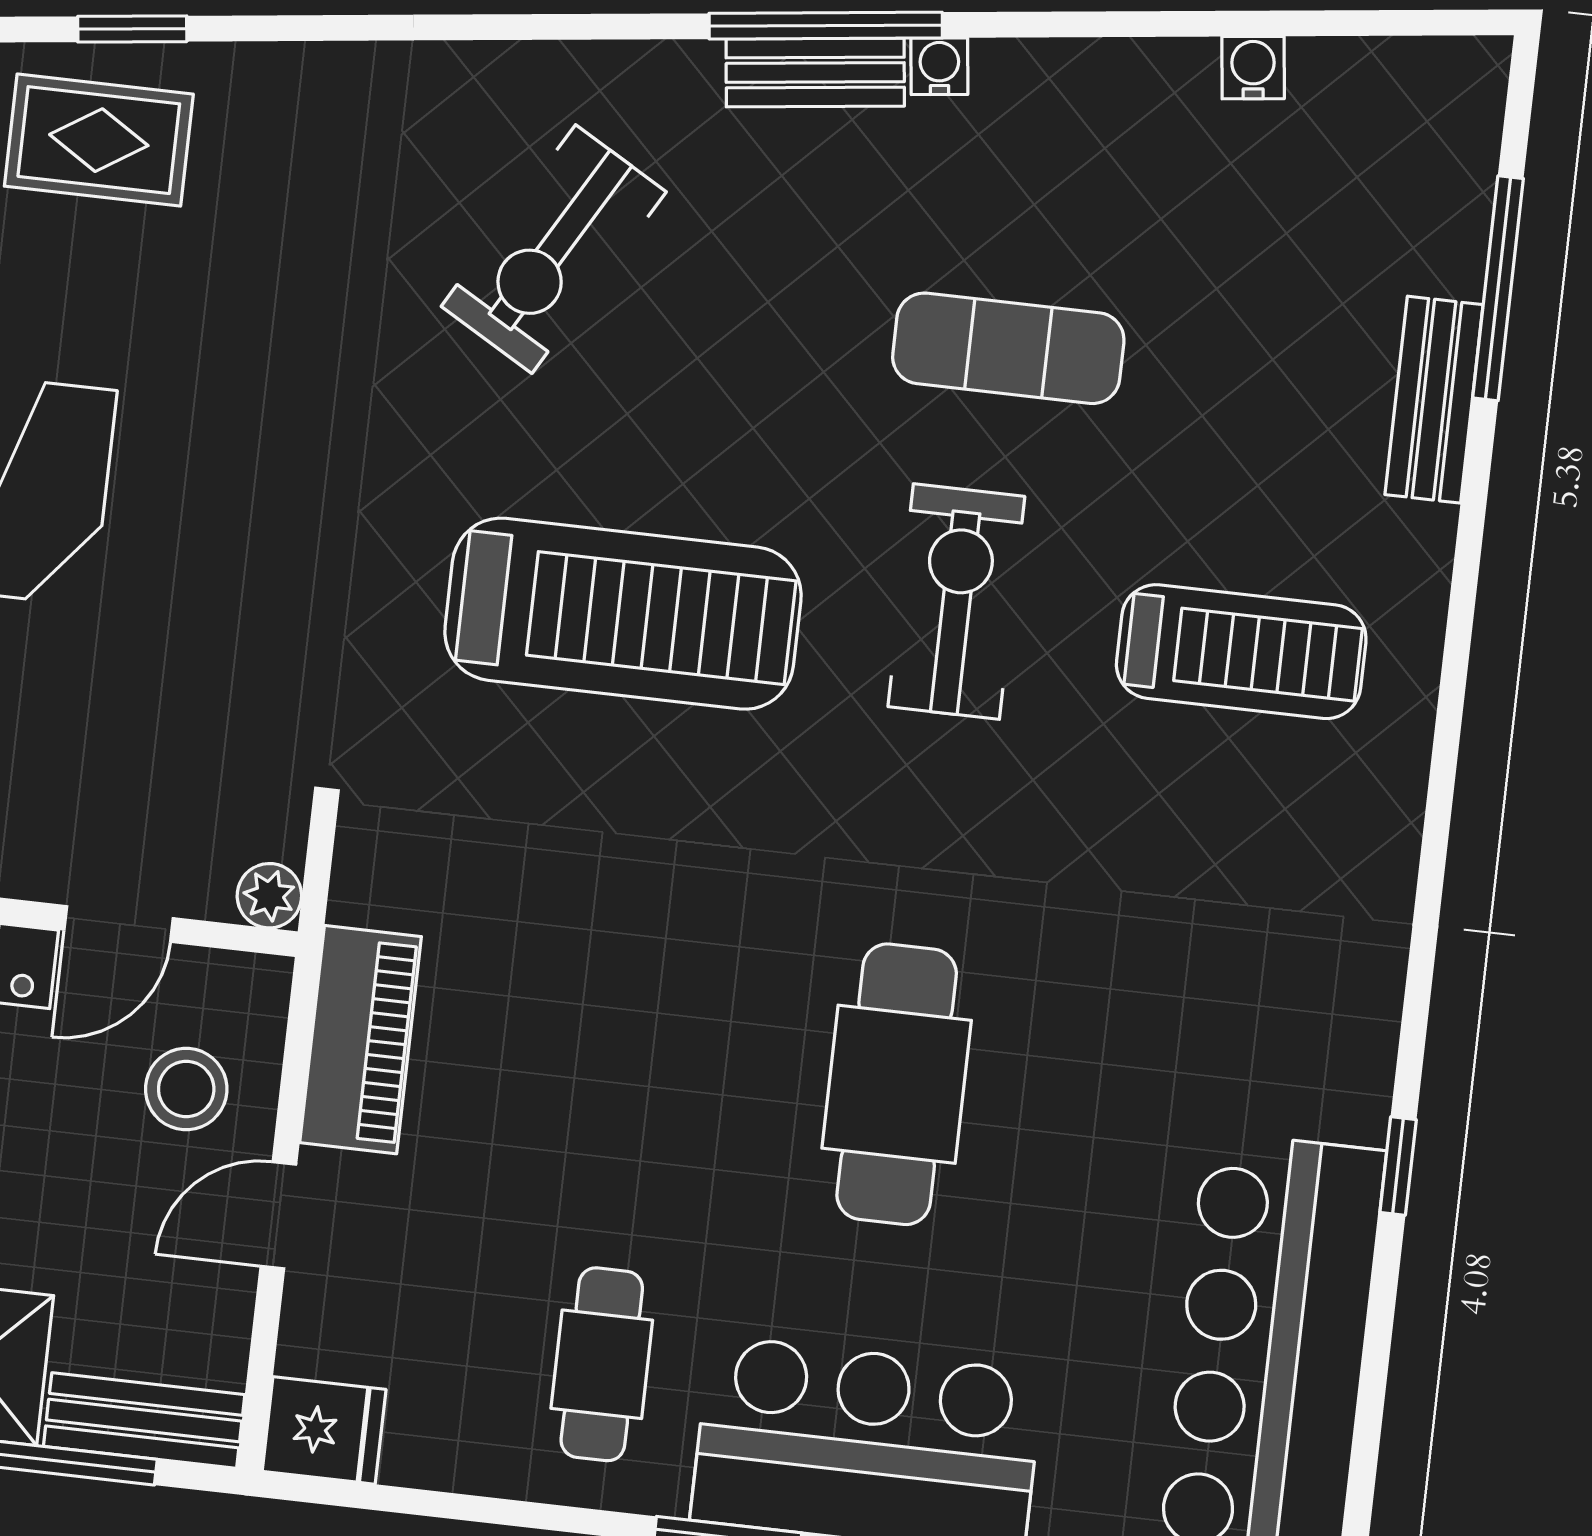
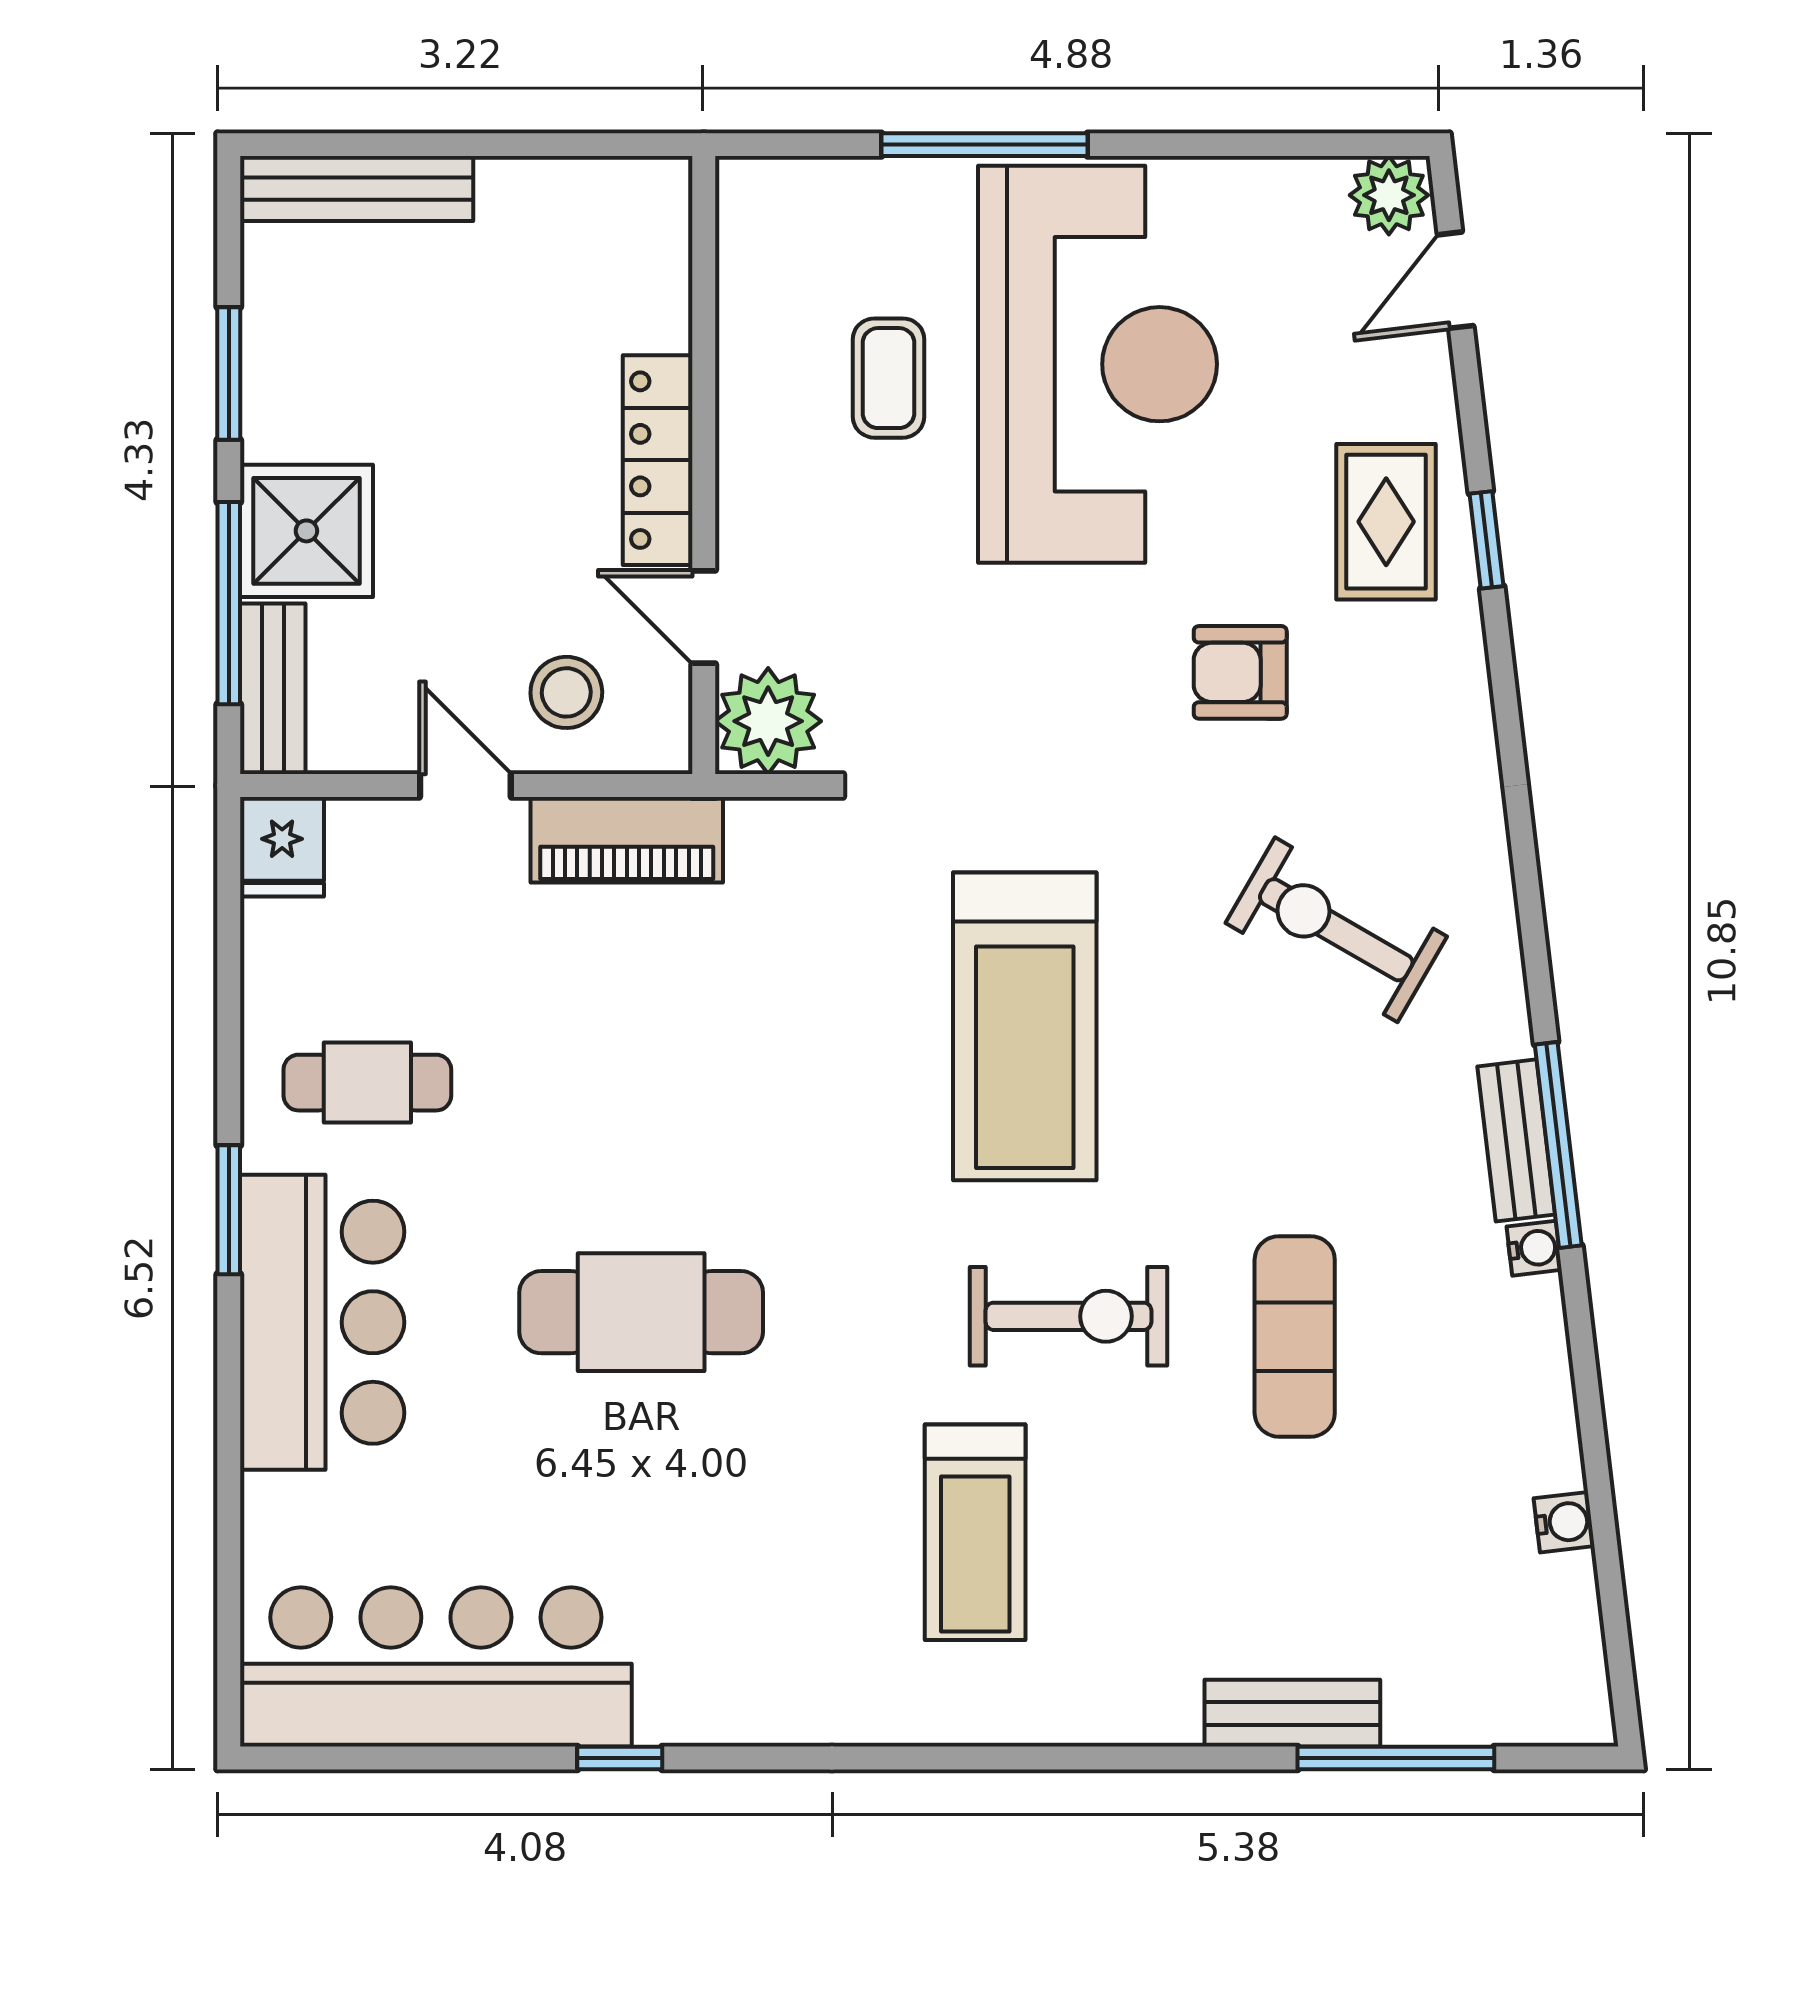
armchair: (250, 324) -> (1240, 672), added
treadmill: (1241, 652) -> (975, 1532), moved
plant: (269, 896) -> (768, 721), width x1.88, depth x1.88

